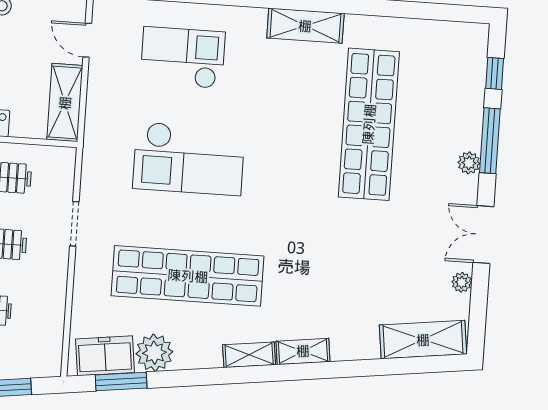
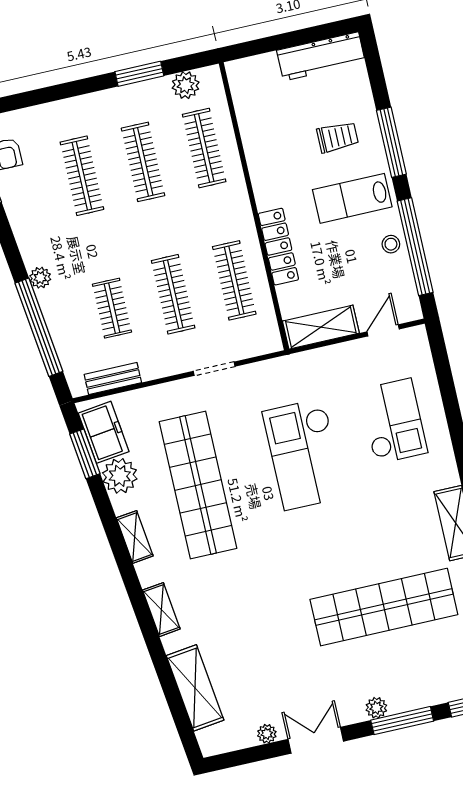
bench: (53, 330) -> (113, 379), added
shelving: (423, 340) -> (195, 688), moved
shelving: (249, 355) -> (135, 537), moved

